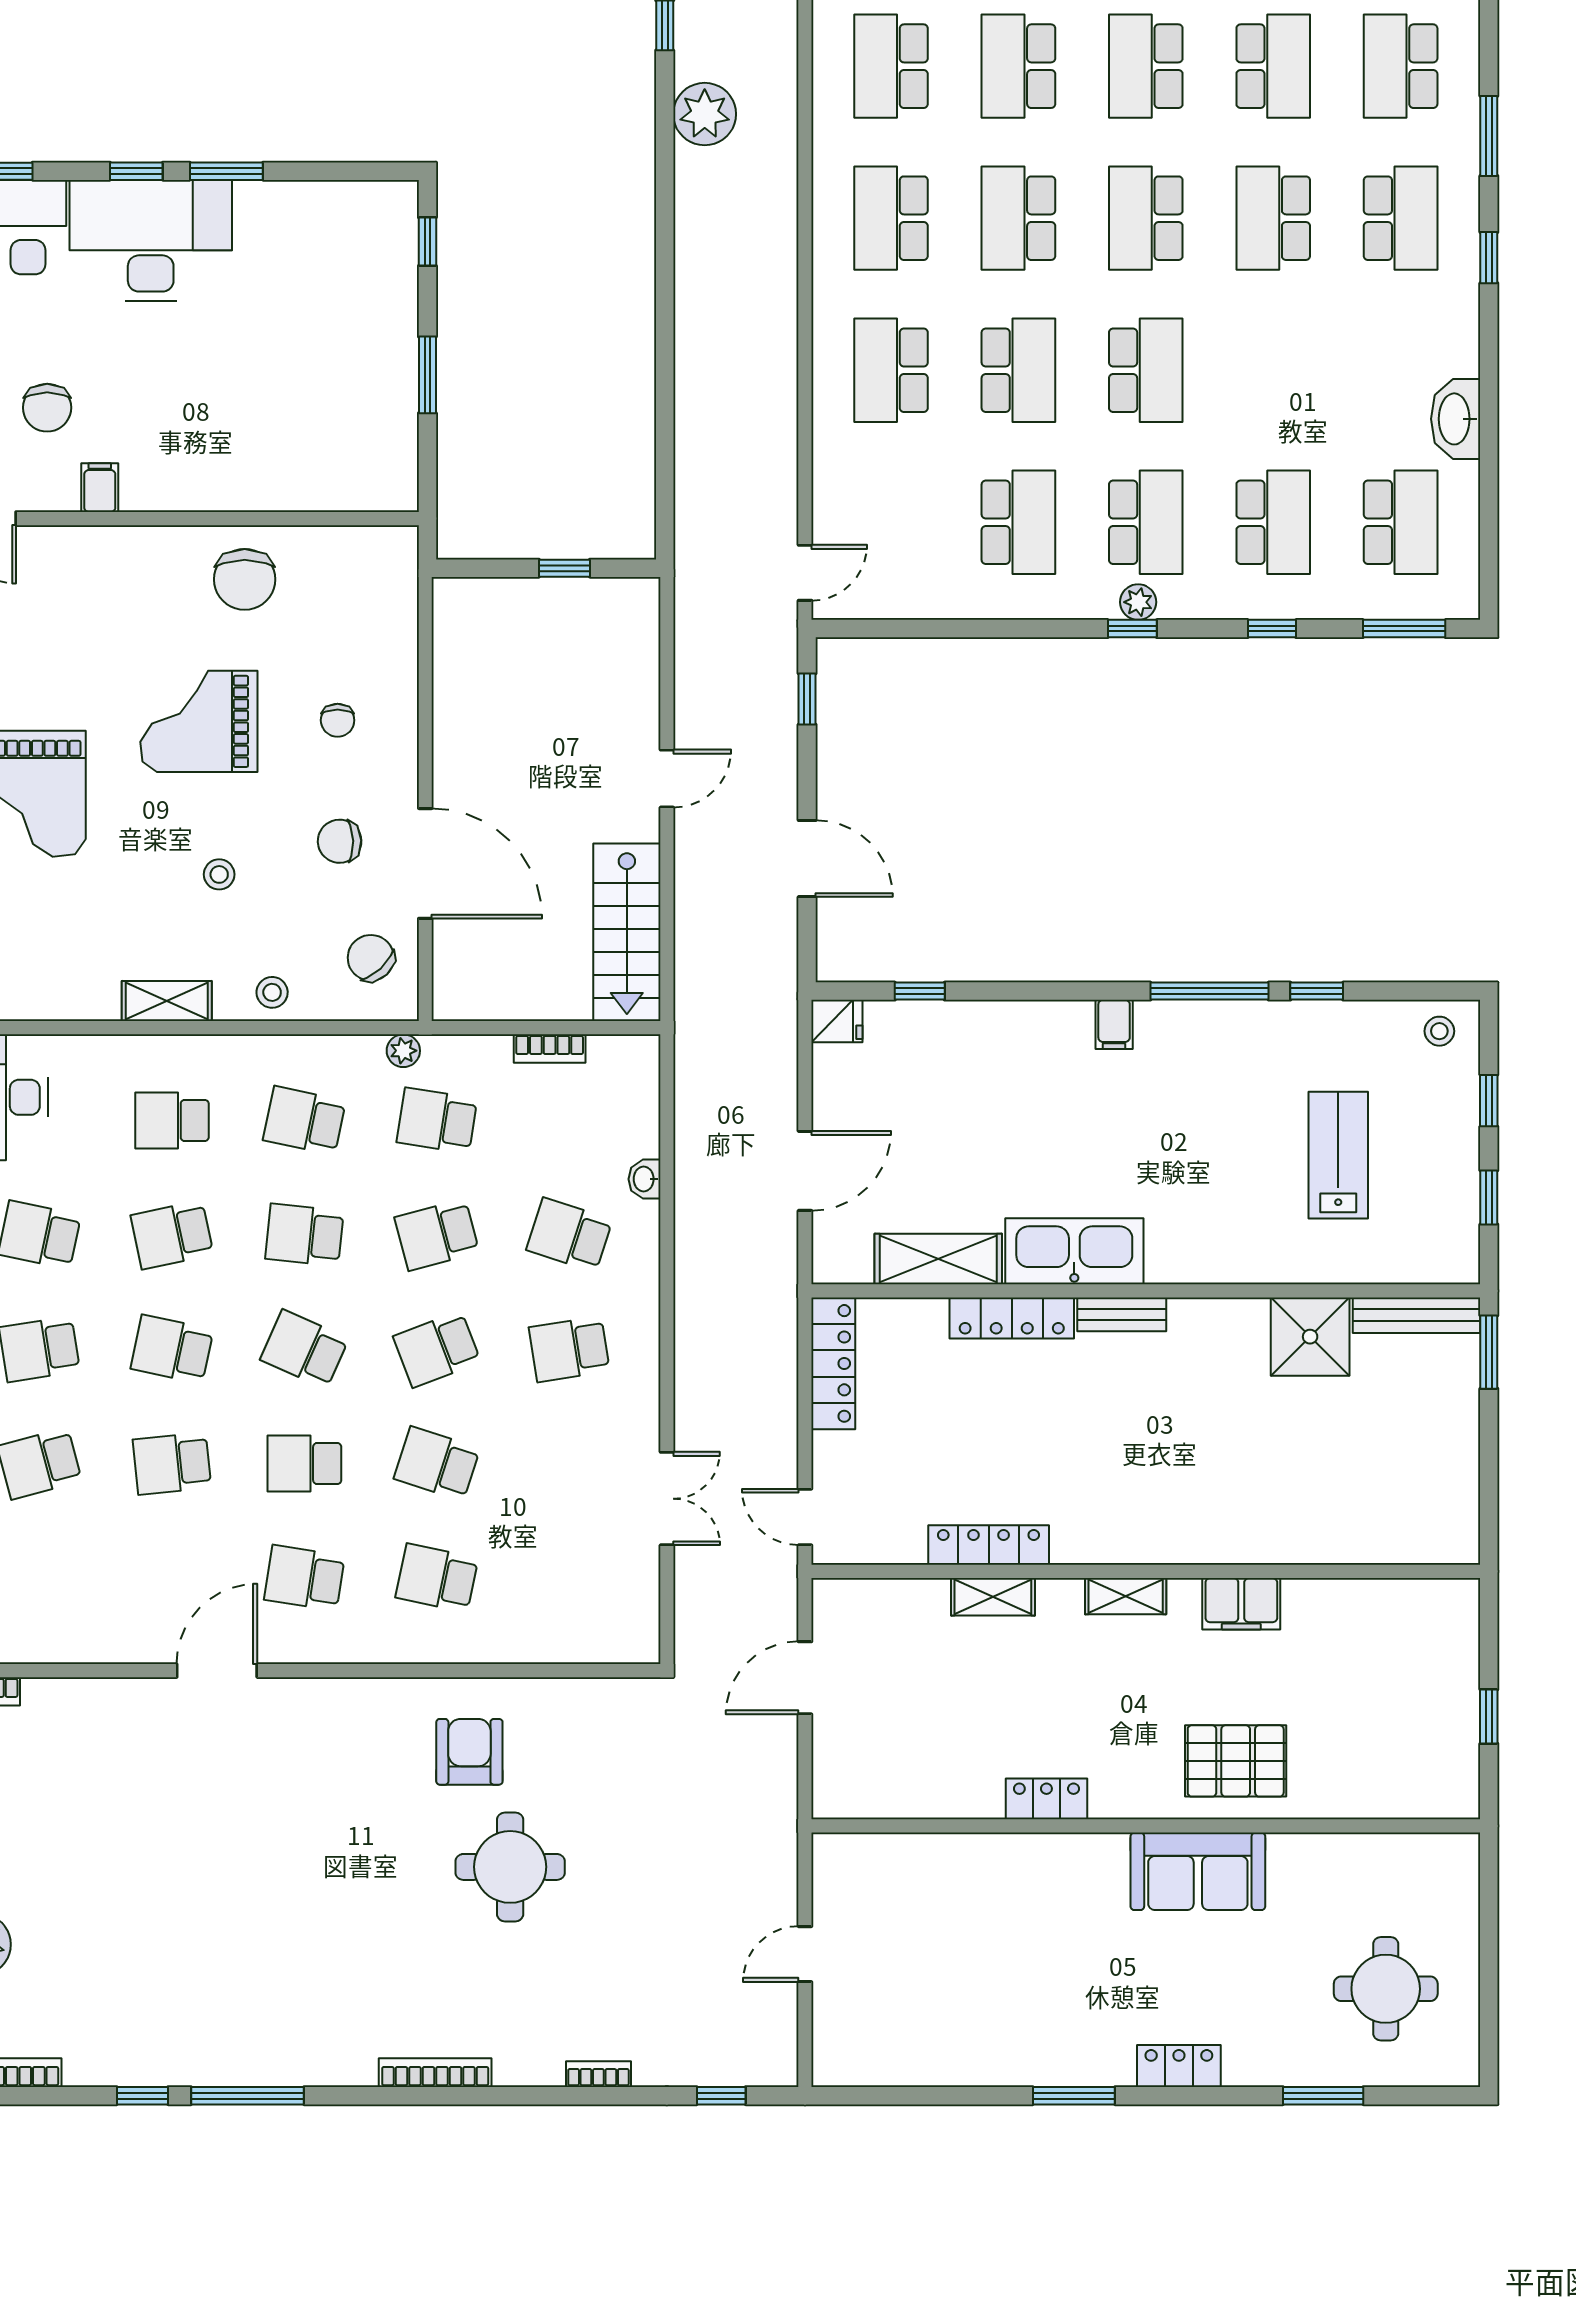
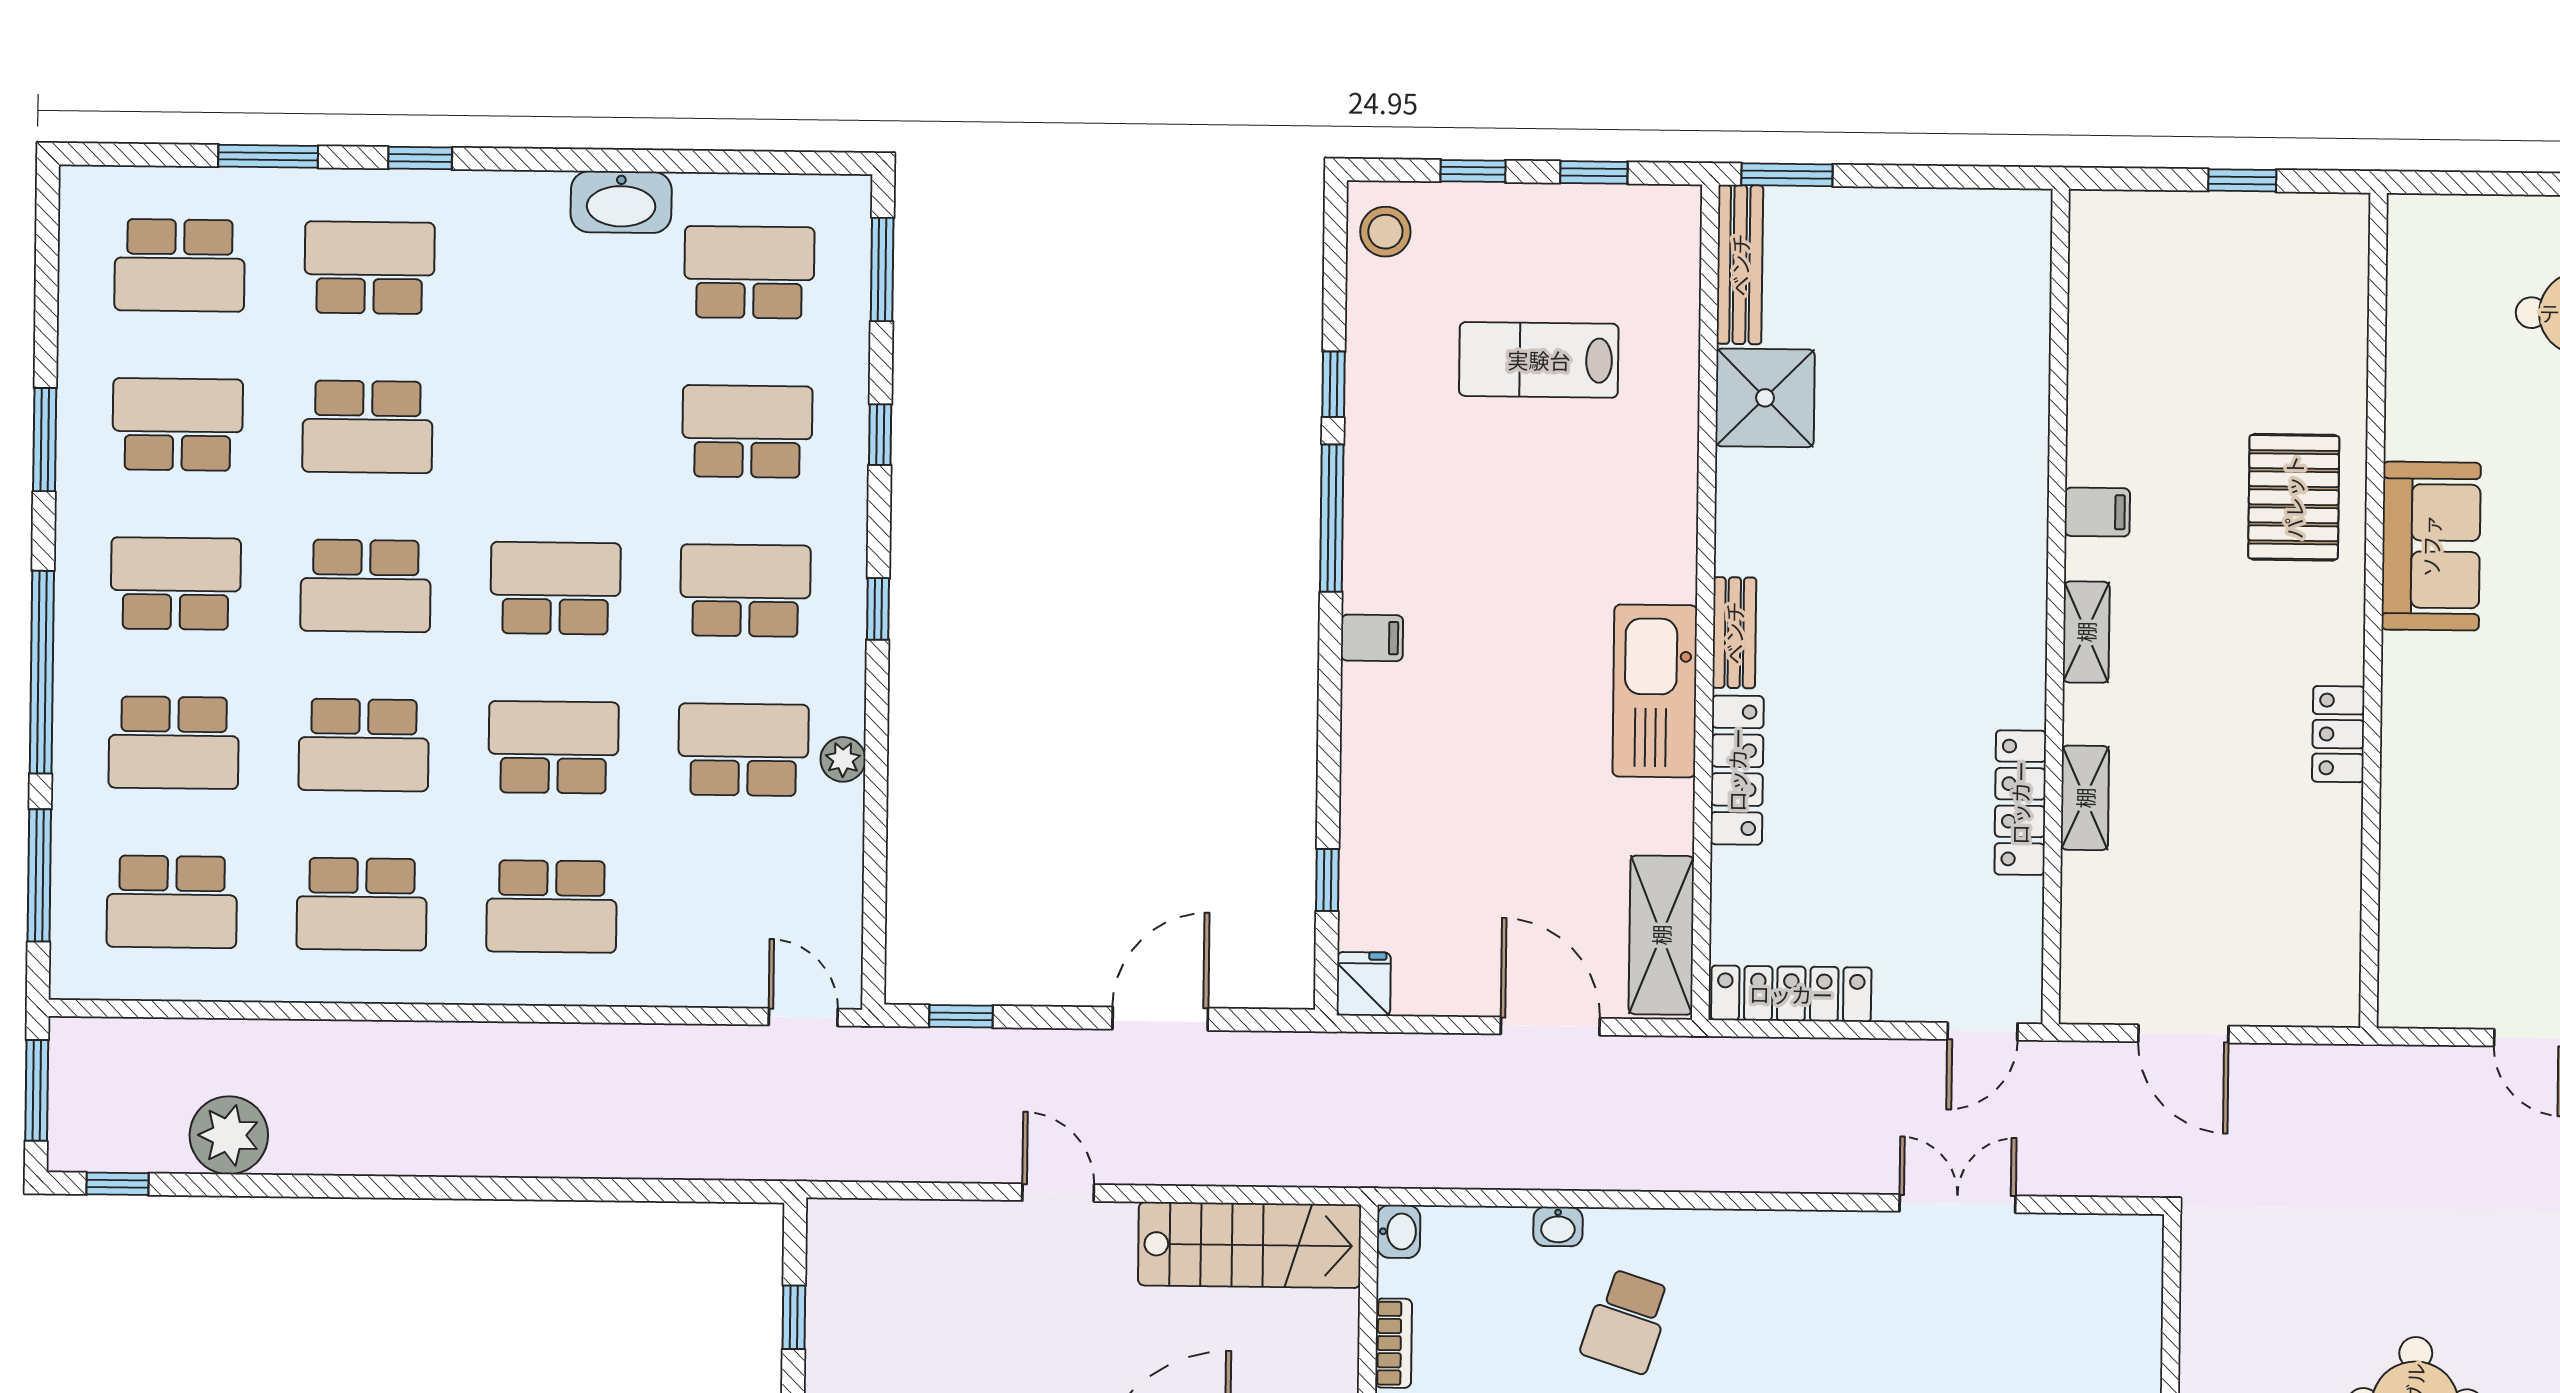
school desk: (1146, 66) -> (176, 584), turned 180
plant: (1138, 602) -> (843, 759), moved
stool: (1439, 1031) -> (1385, 232), width x1.37, depth x1.37
washbasin: (639, 1051) -> (1399, 1231), added
shelving: (938, 1259) -> (1661, 935), moved
school desk: (569, 1349) -> (1769, 1323), removed
filing cabinet: (1241, 1604) -> (2097, 512), width x0.50

